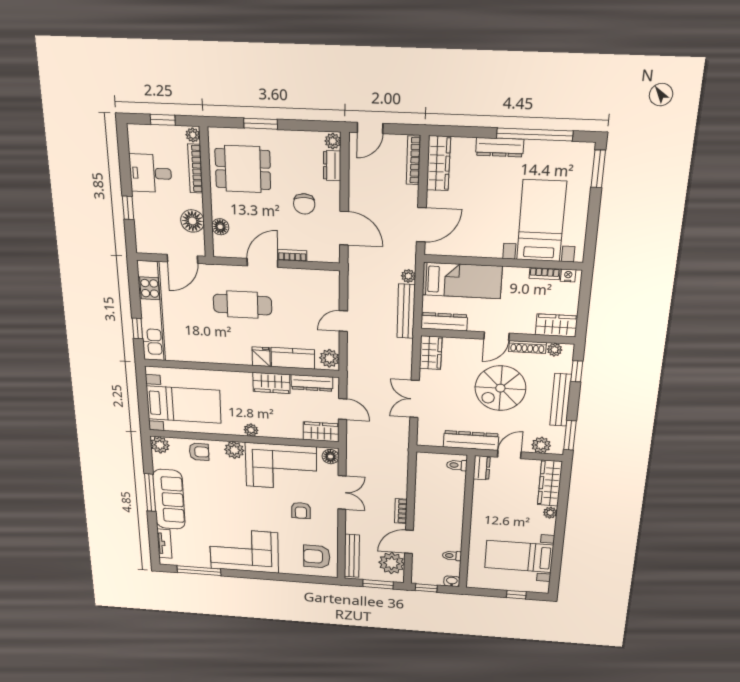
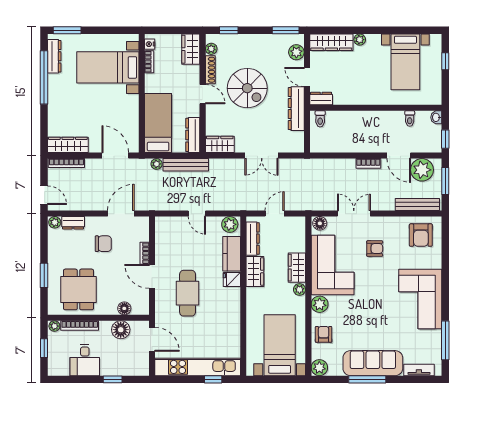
dresser: (500, 147) -> (54, 56), moved
bench: (561, 400) -> (254, 40), removed
wardrobe: (321, 432) -> (297, 268), moved

